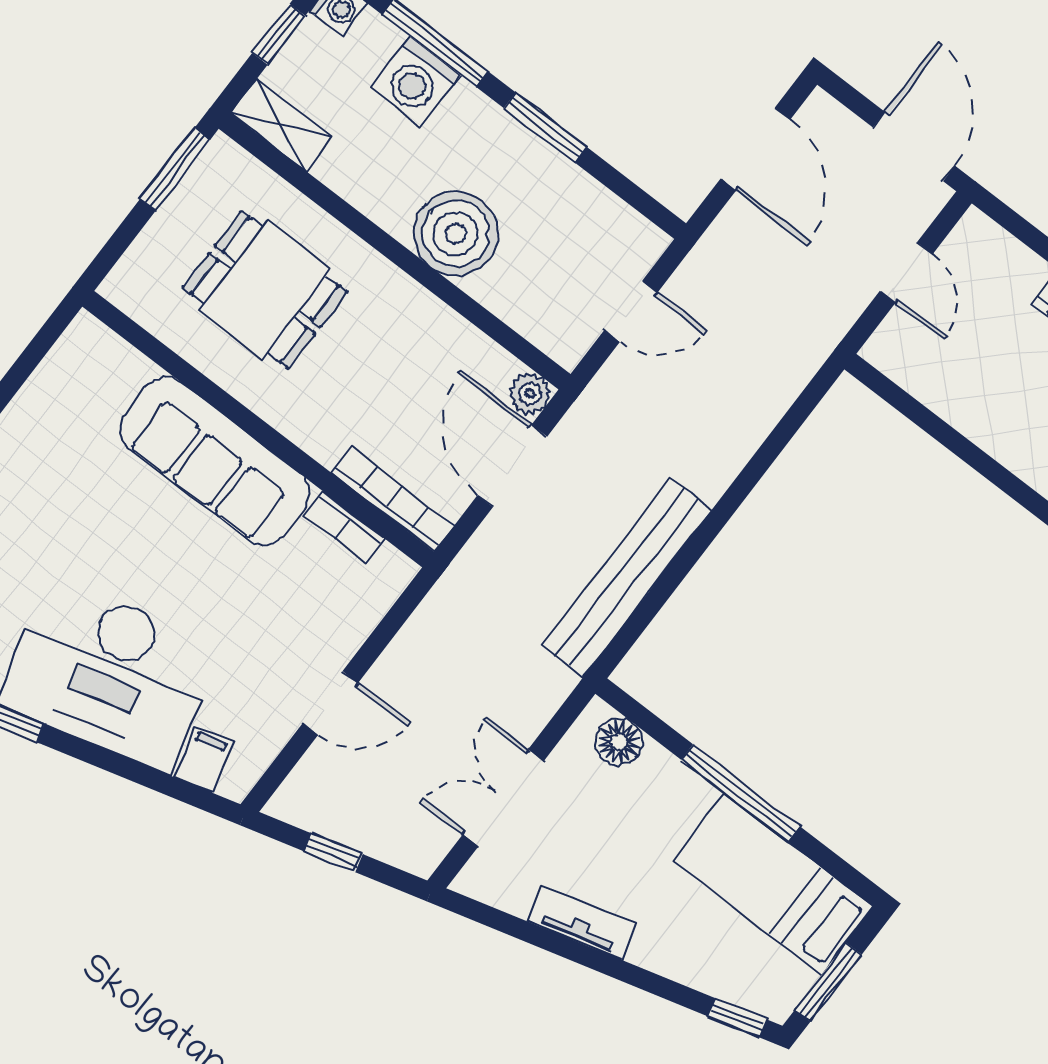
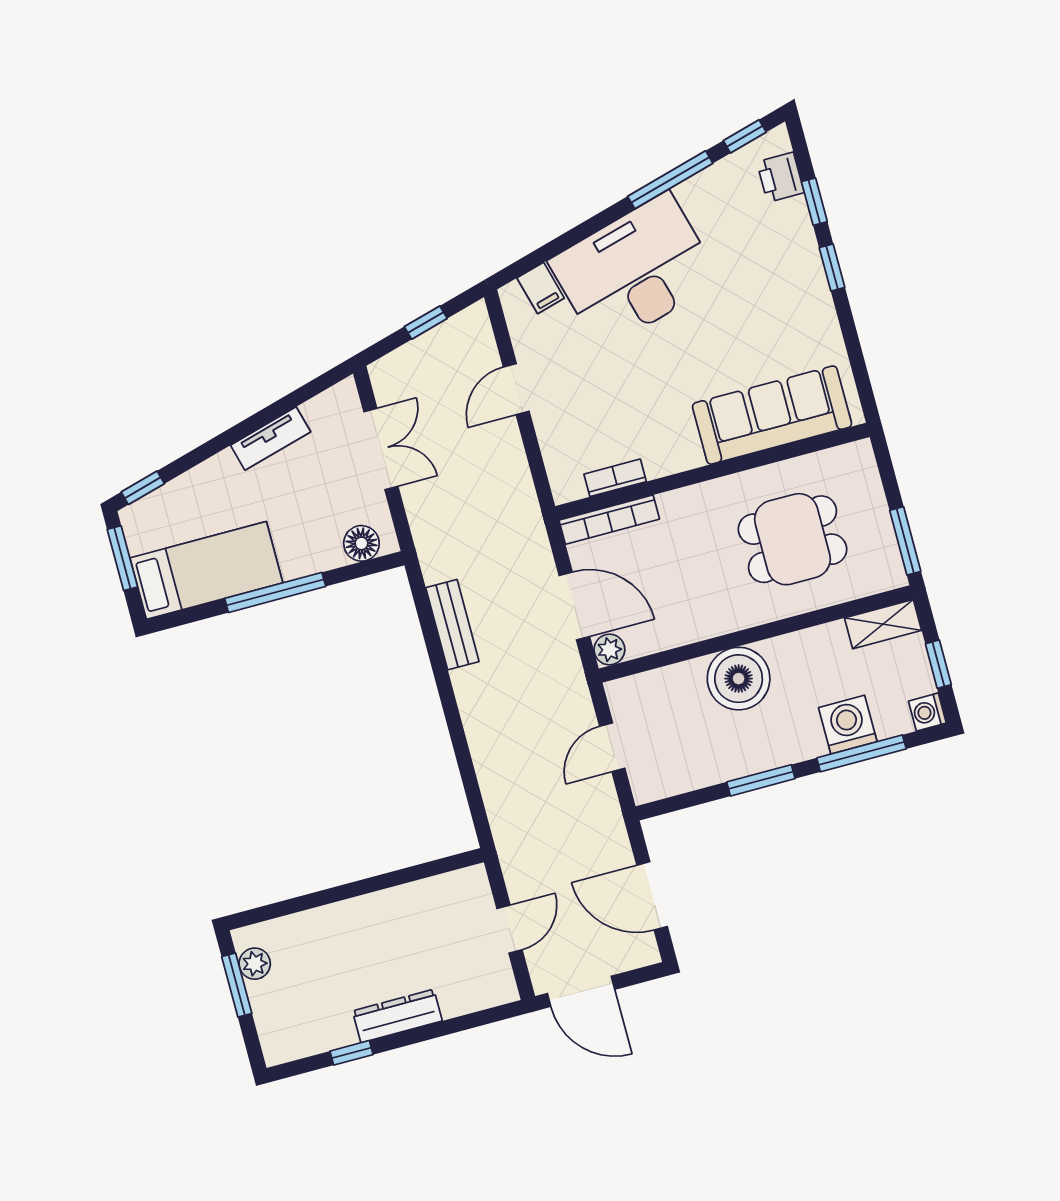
door: (906, 273) -> (510, 929), swing flipped
sofa: (215, 461) -> (772, 415), moved
bench: (627, 577) -> (452, 625), width x0.54, depth x0.82

